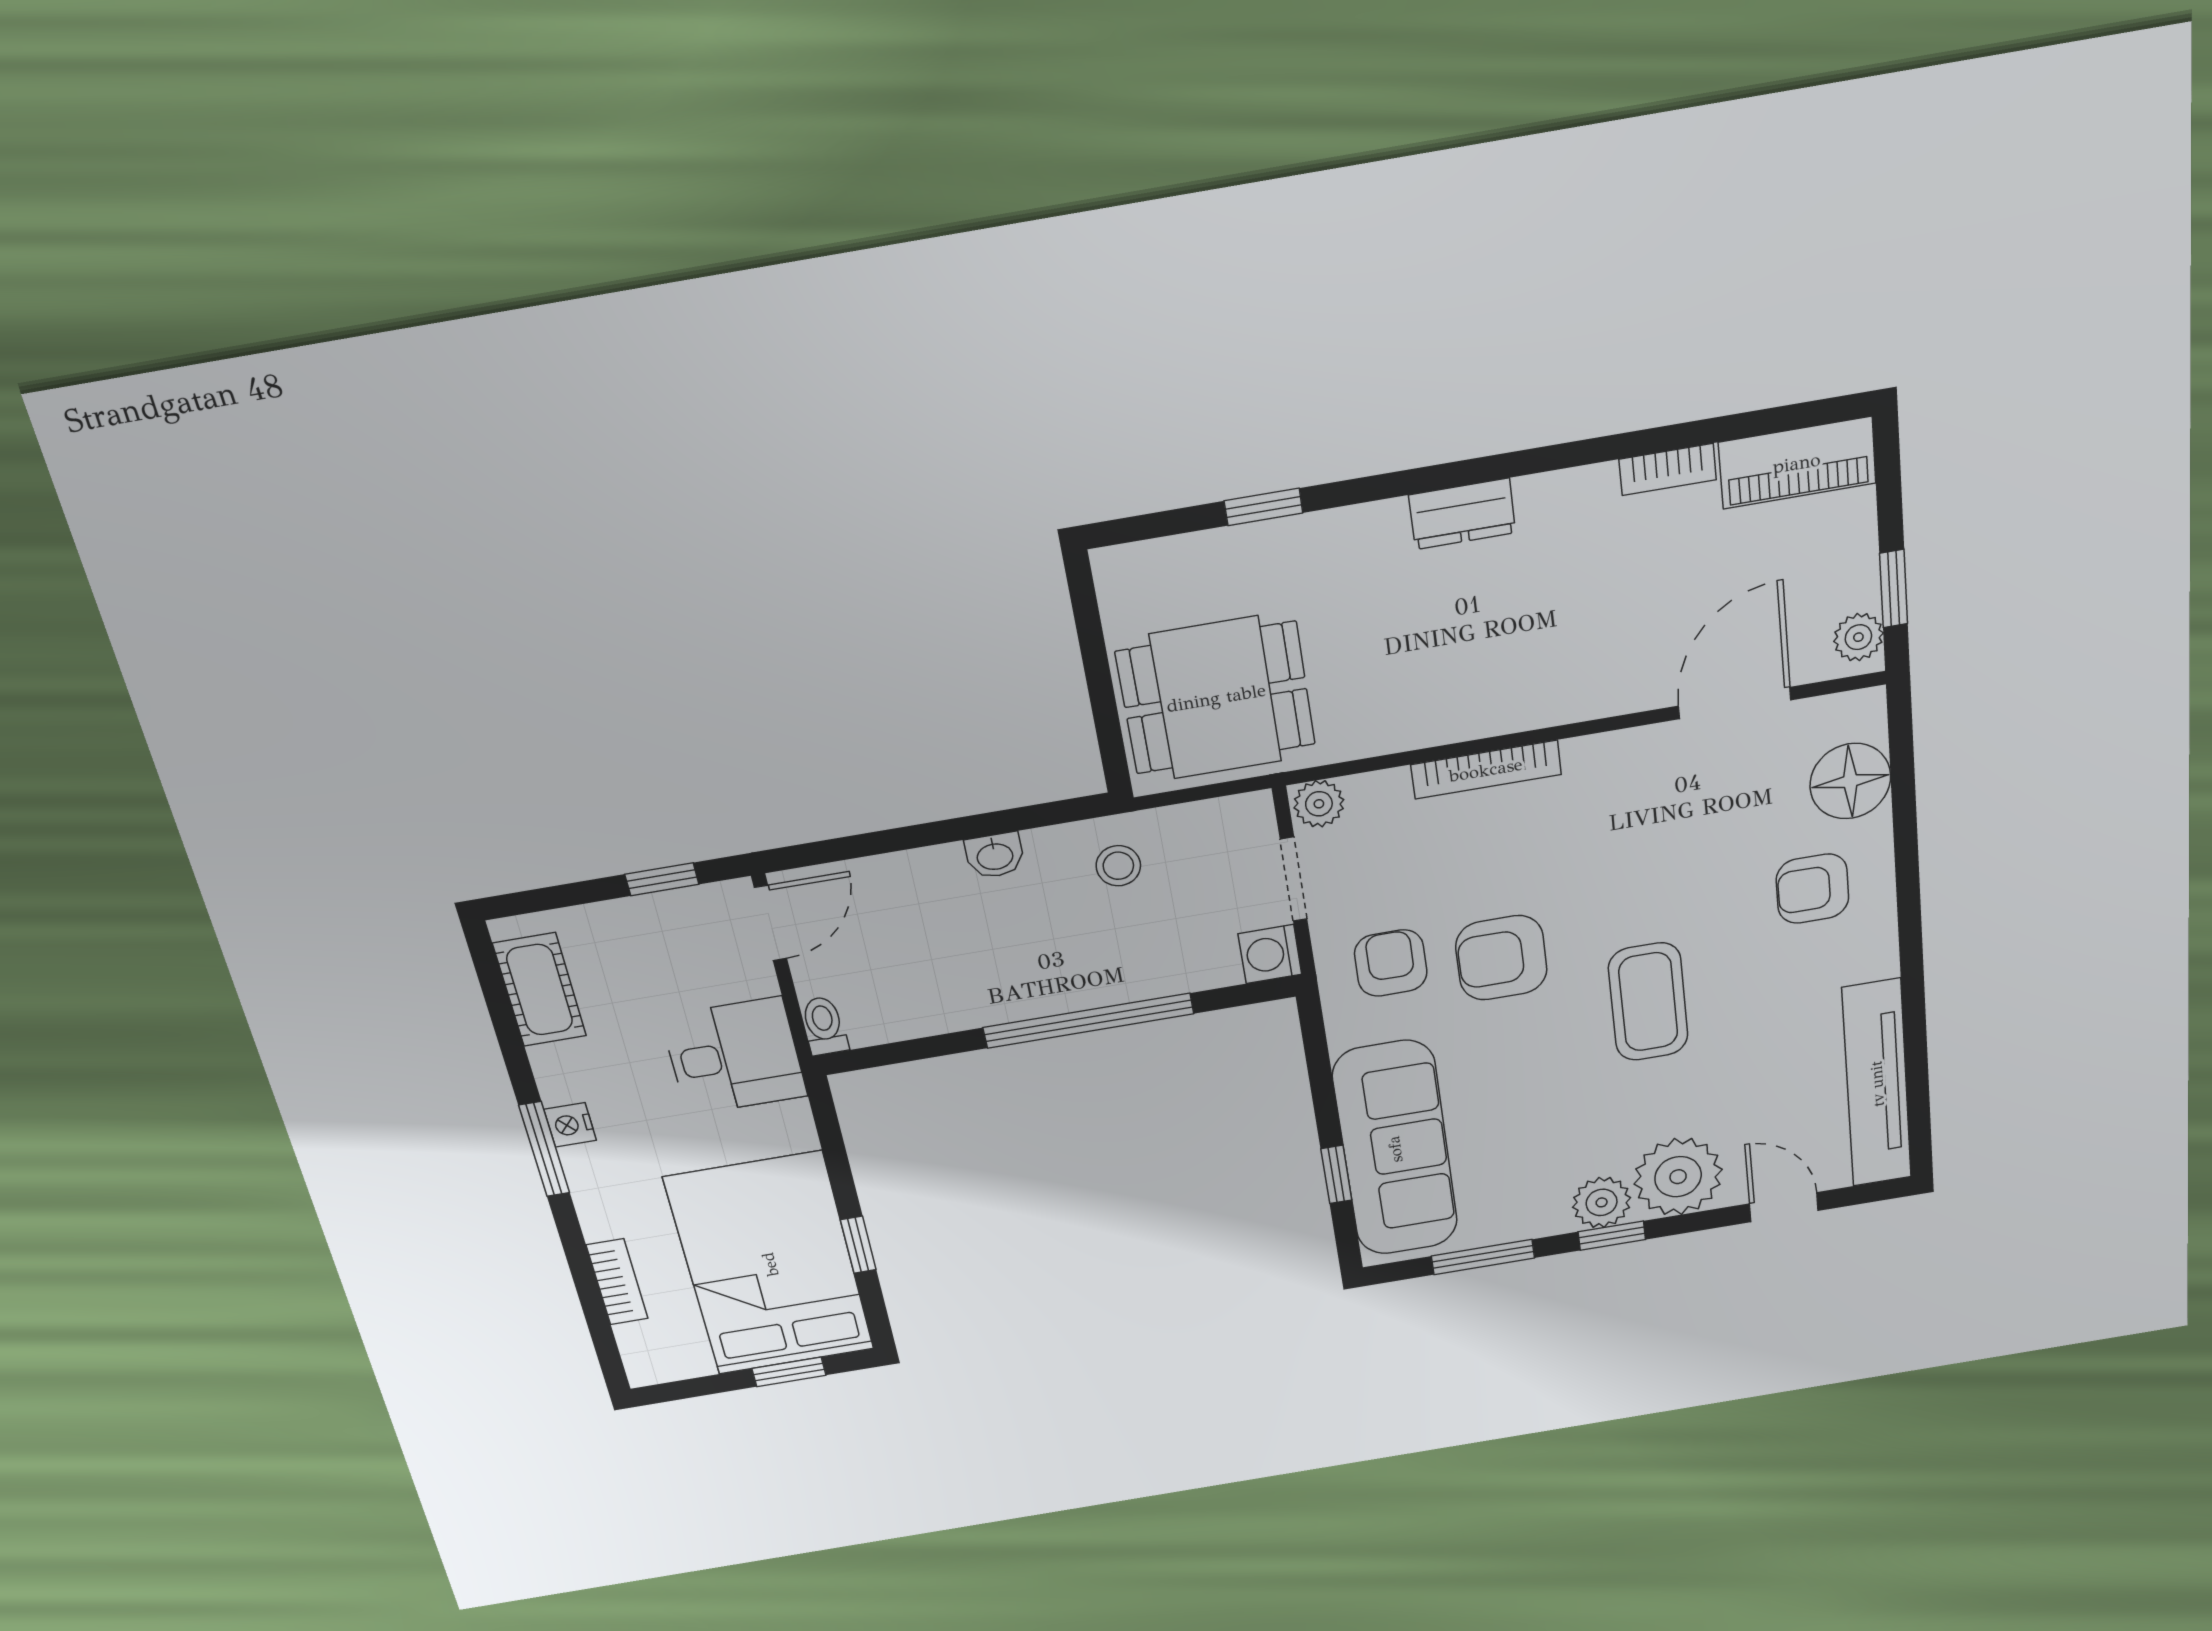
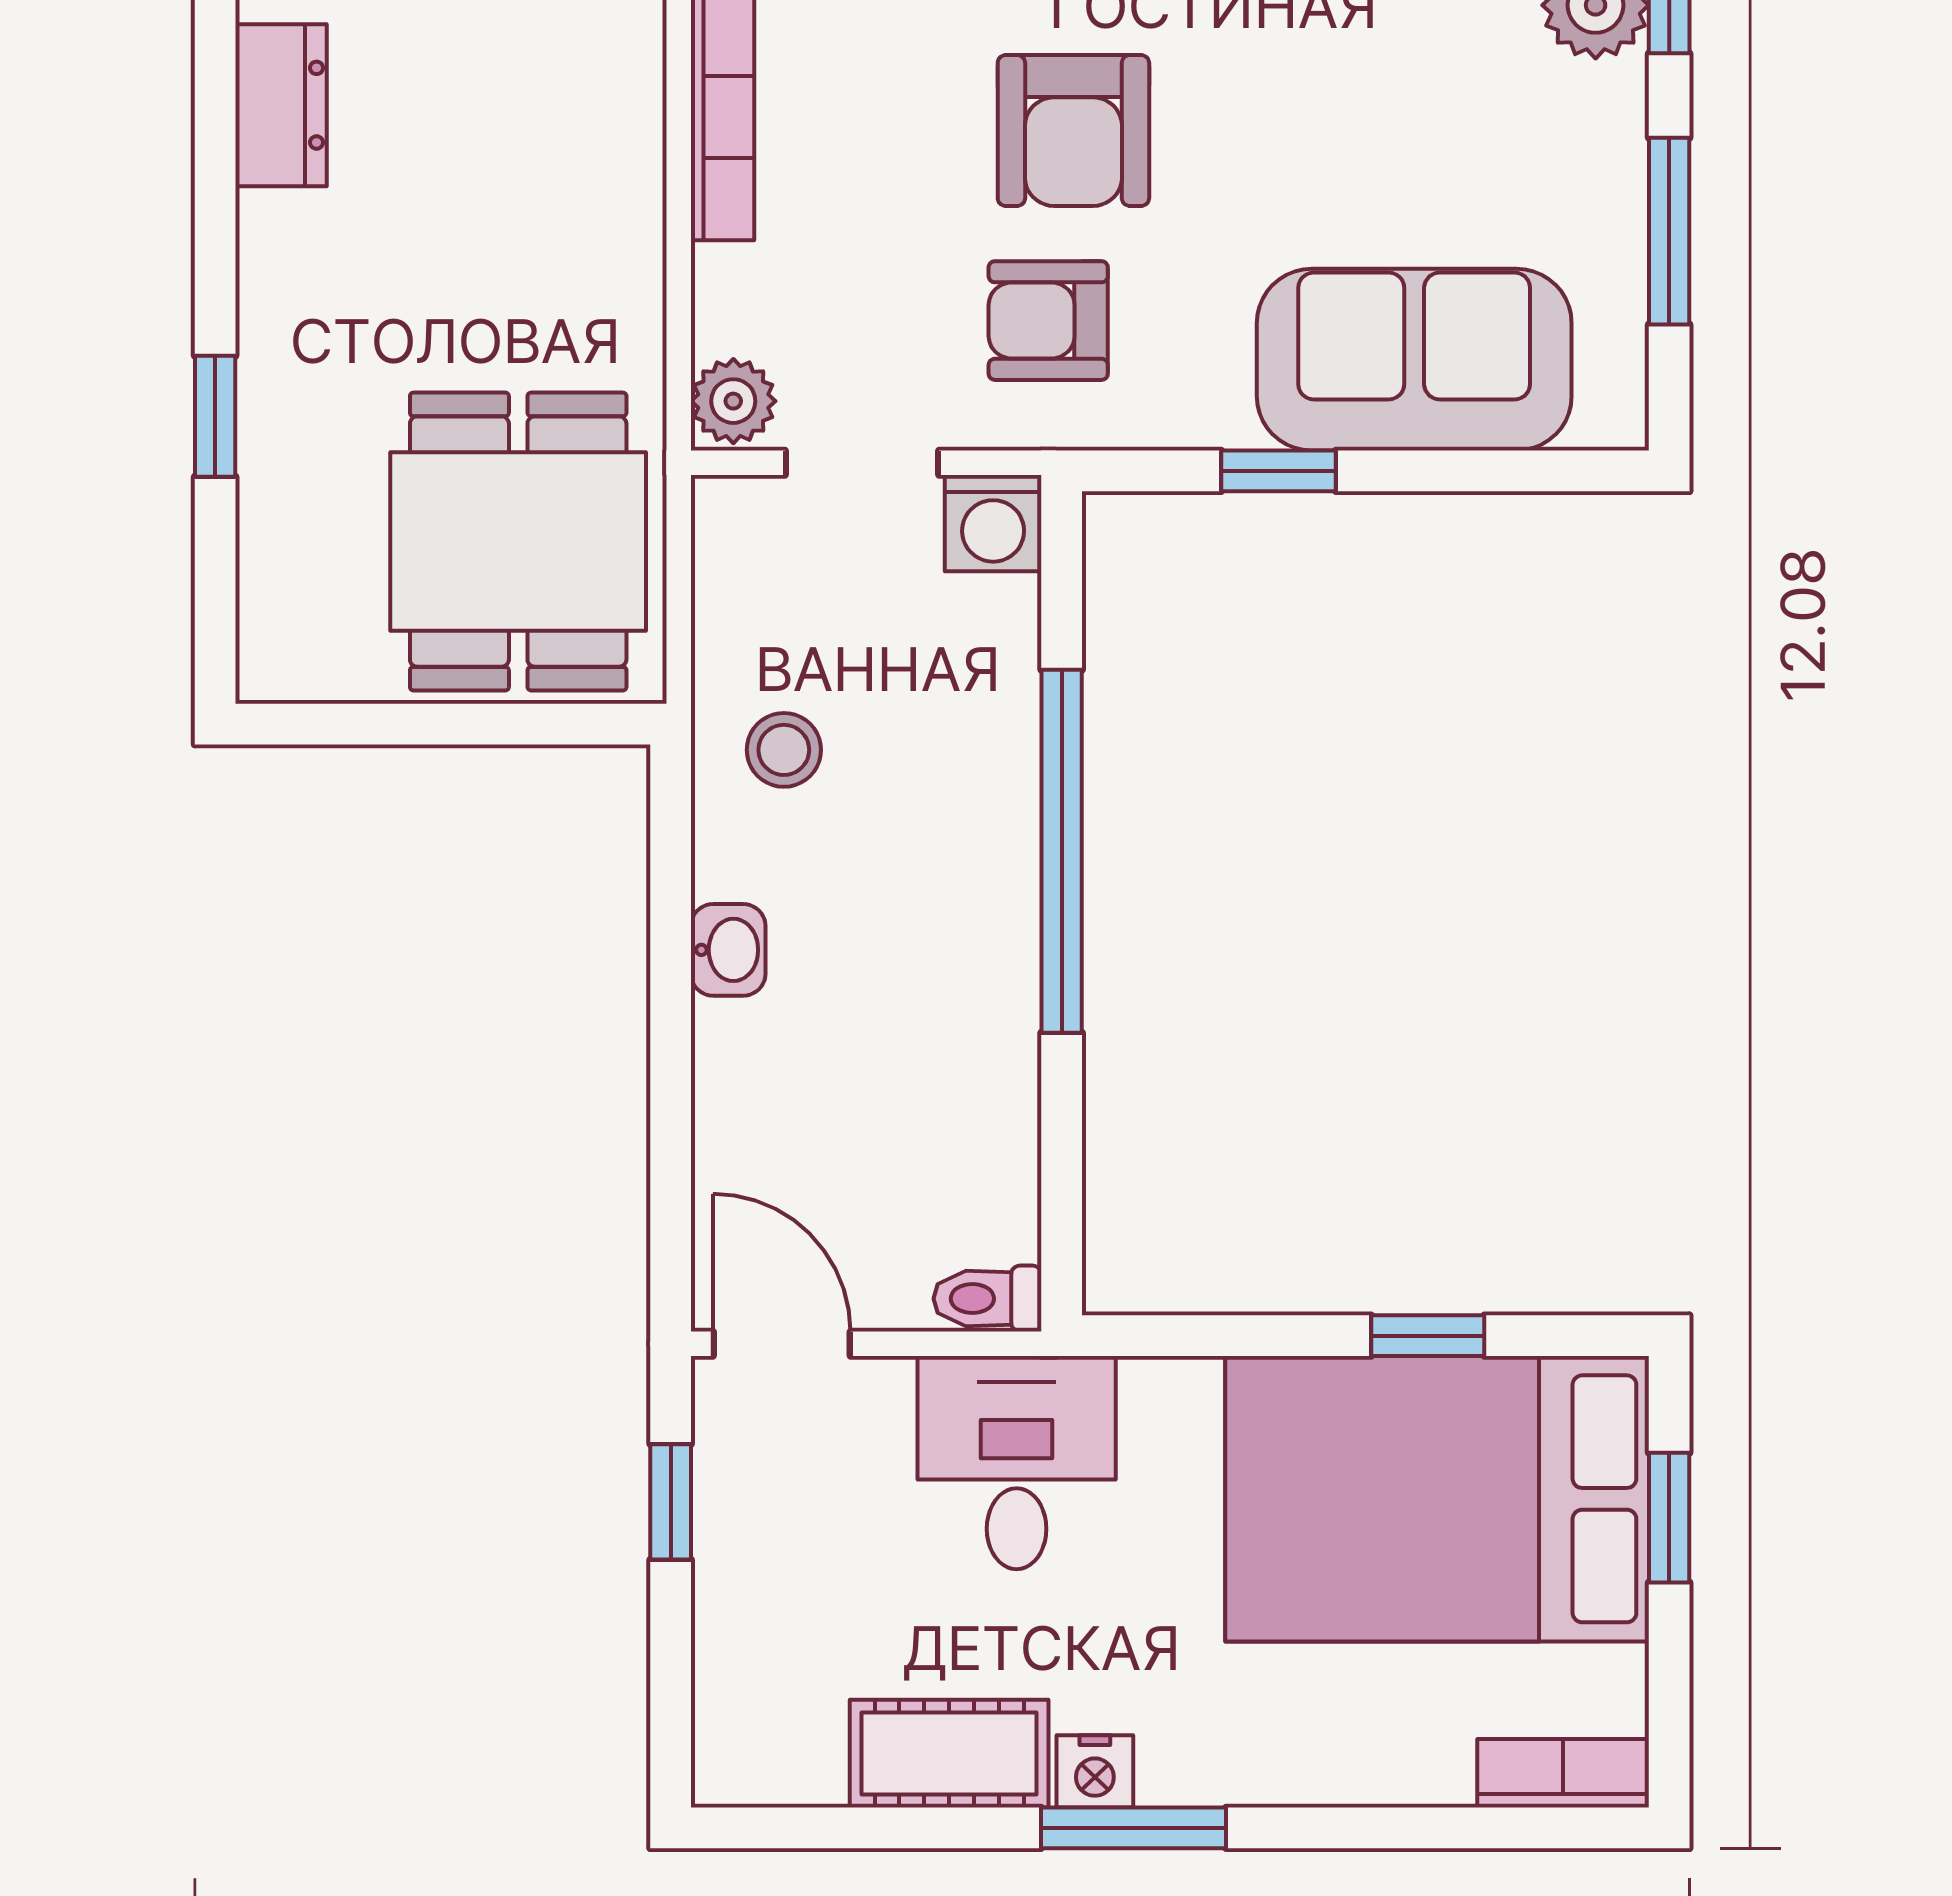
cot: (540, 990) -> (949, 1754), moved
sofa: (1395, 1149) -> (1414, 360), width x0.73
window: (1336, 1174) -> (1278, 471), moved
bookcase: (617, 1282) -> (1563, 1773), moved

